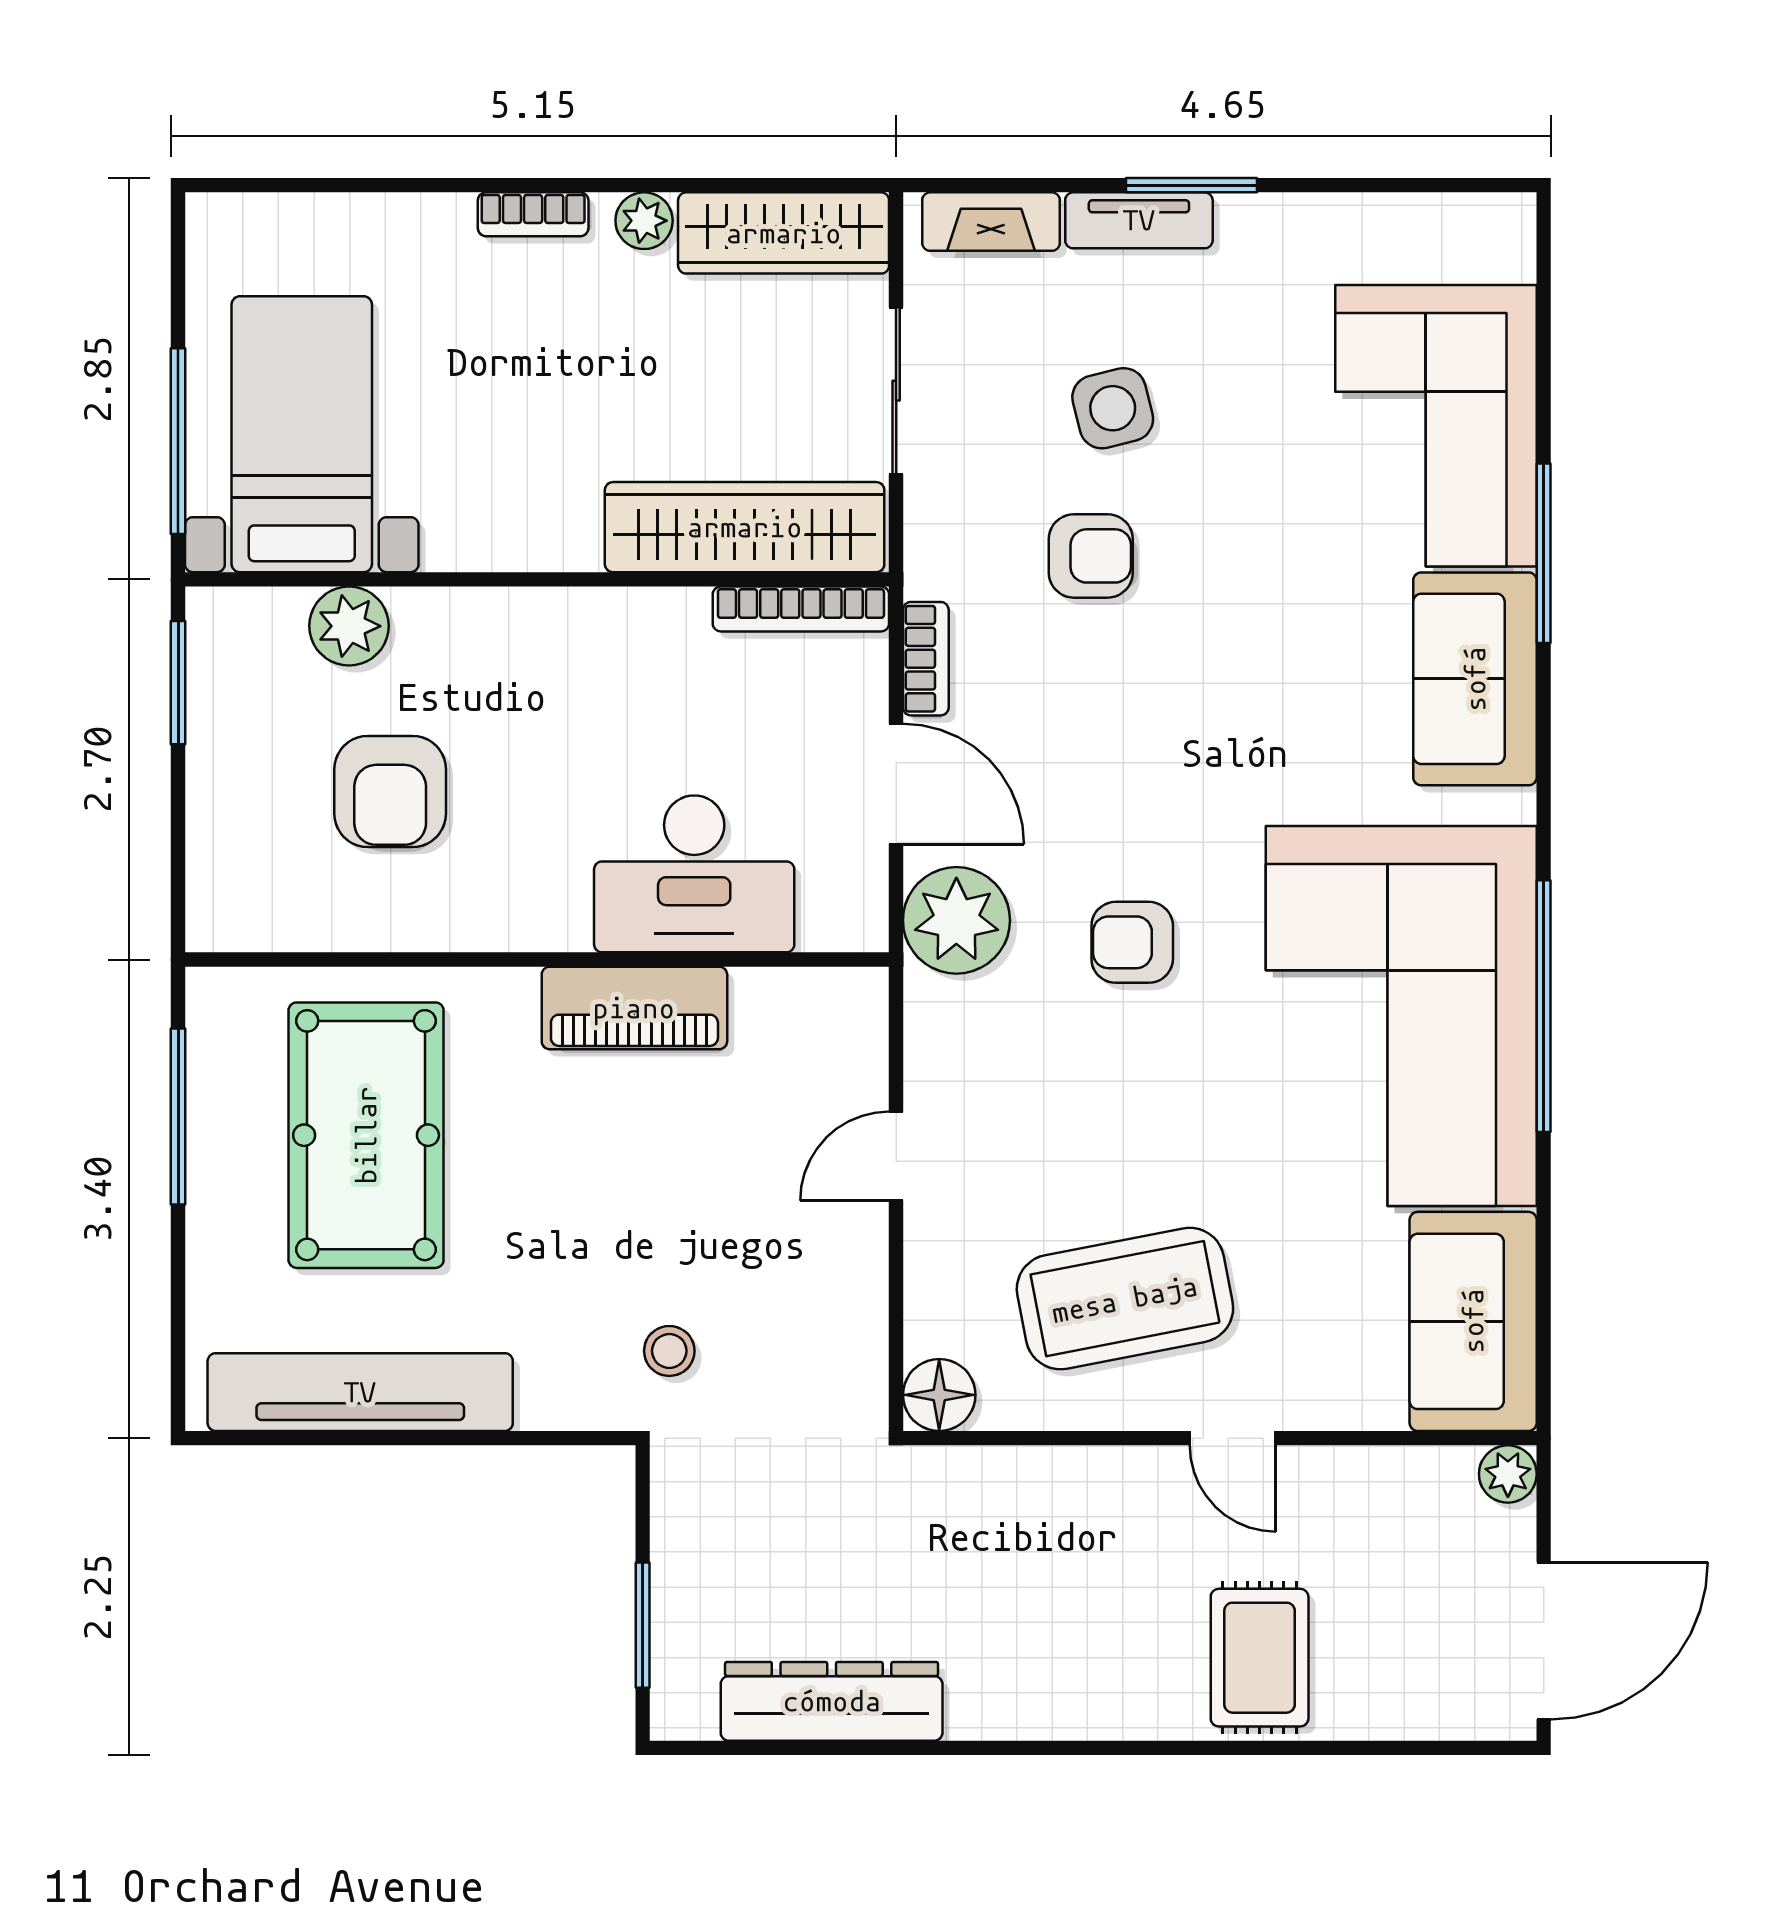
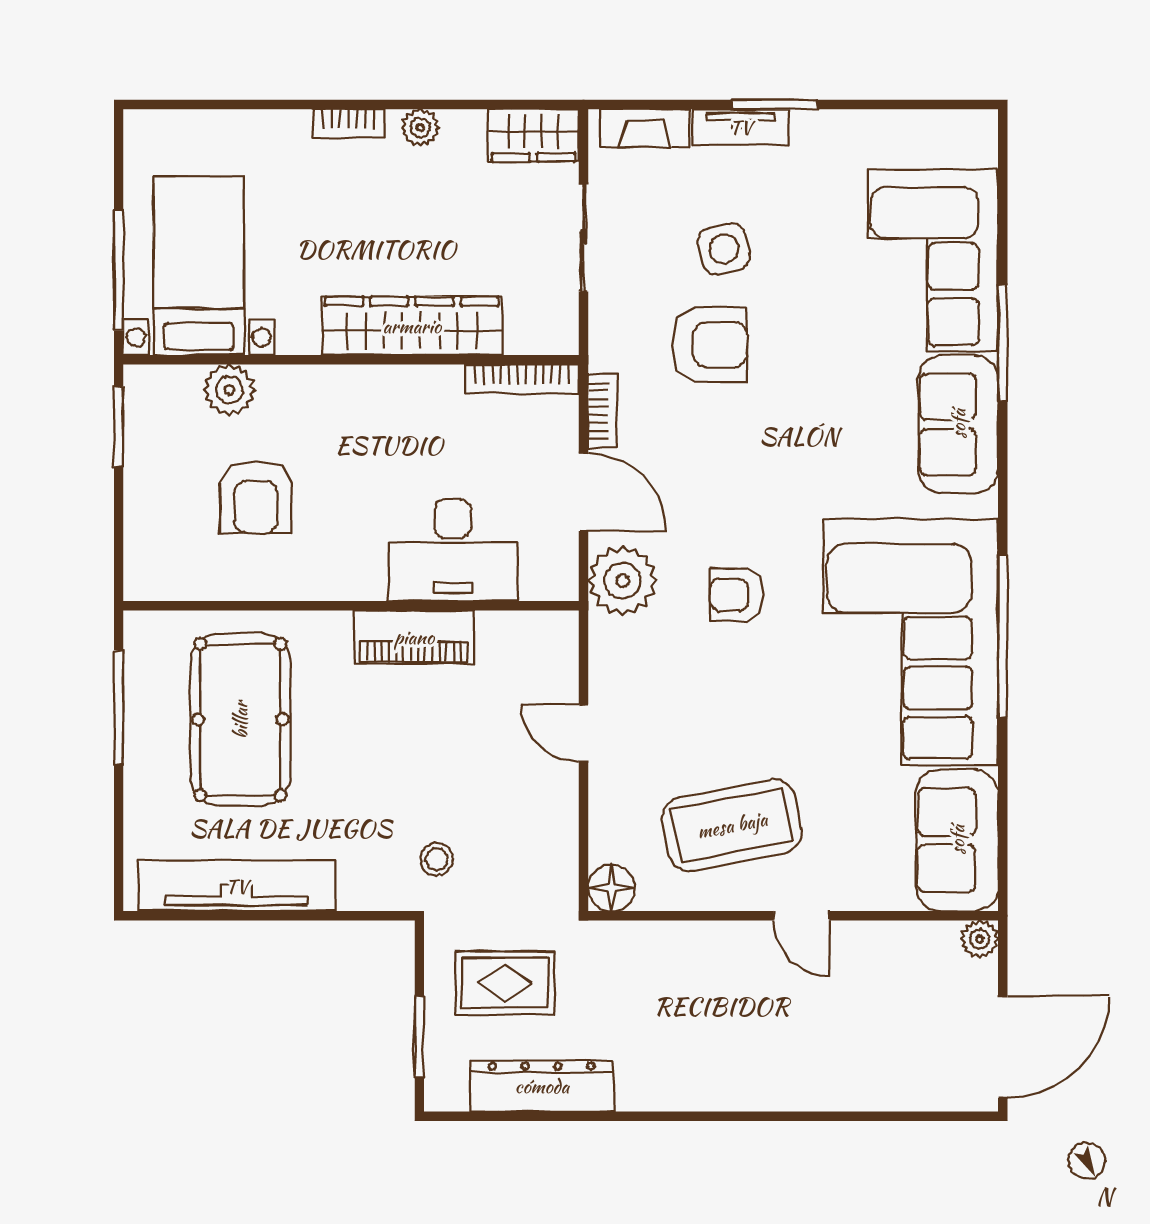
wardrobe: (784, 233) -> (533, 135), width x0.67
wardrobe: (745, 527) -> (412, 326), moved
armchair: (1091, 556) -> (710, 345), width x1.38, depth x1.38
door: (896, 1156) -> (583, 733), hinge flipped
rug: (1260, 1658) -> (505, 983), moved, turned 90

